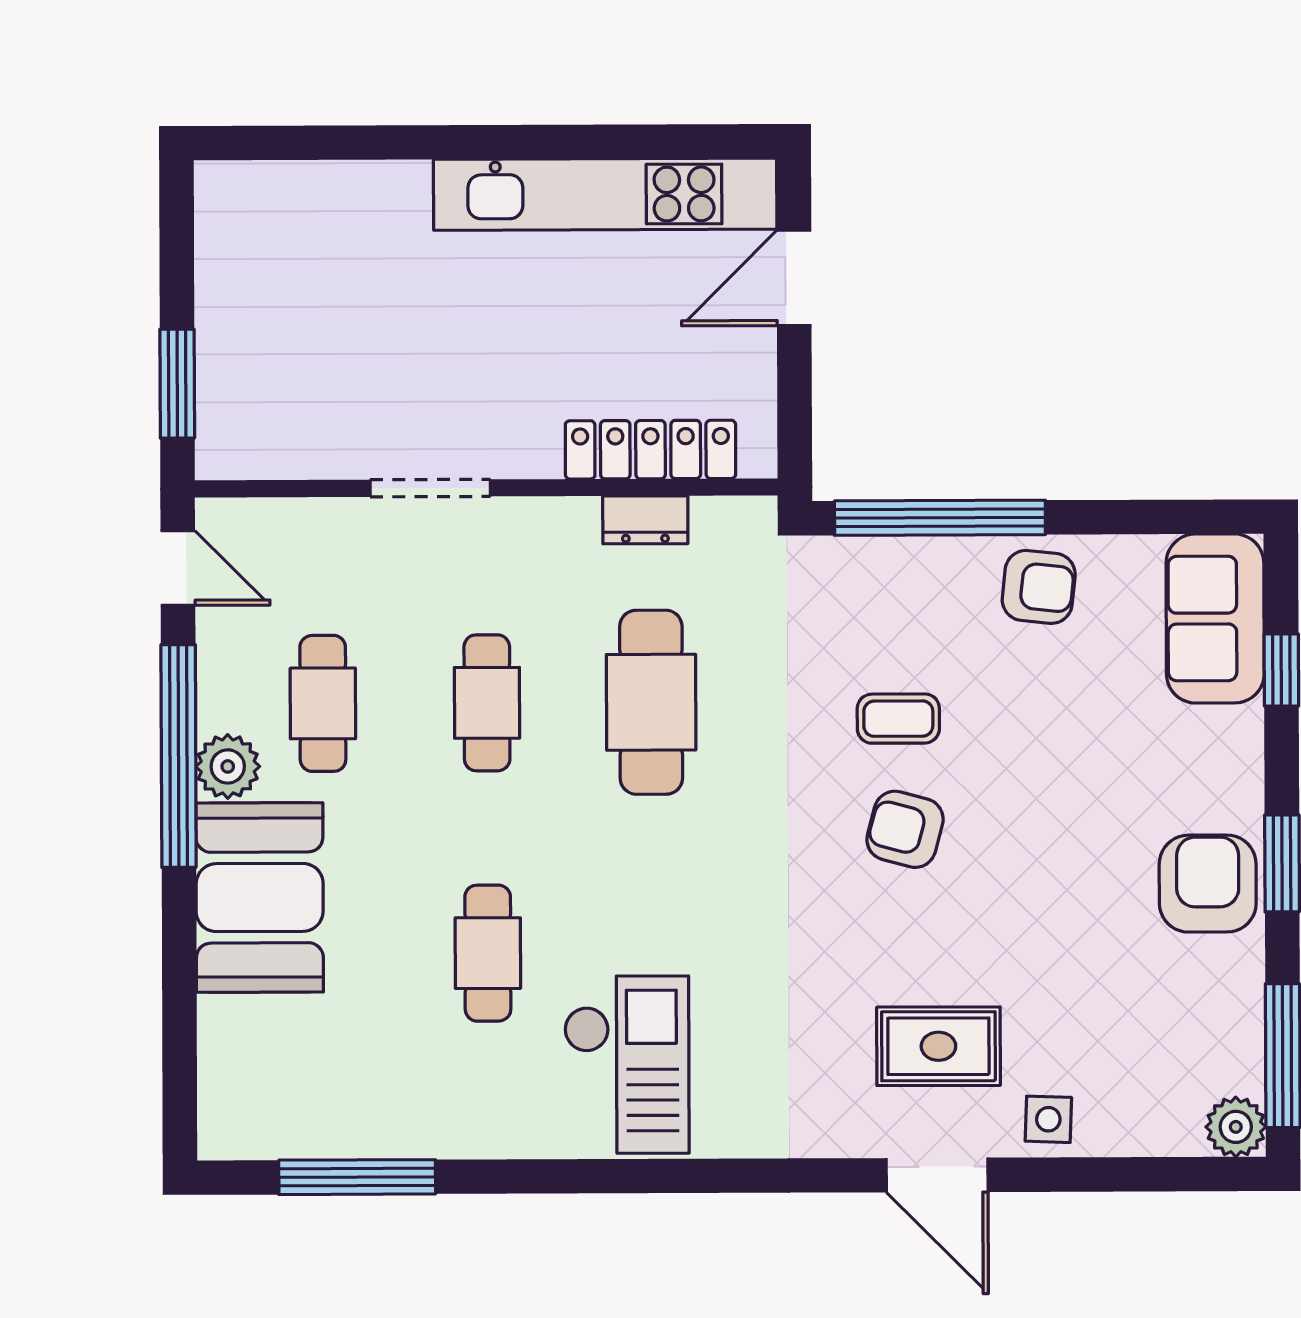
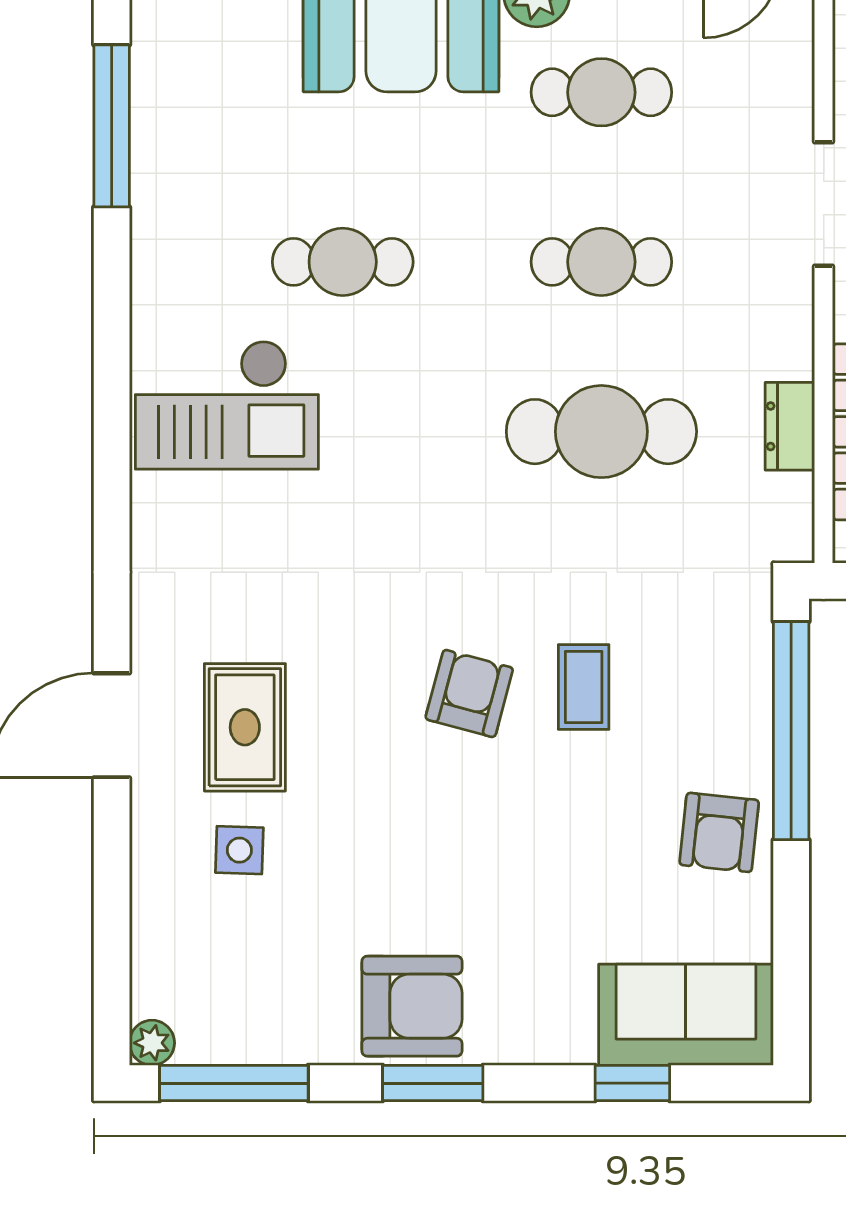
side table: (1048, 1119) -> (239, 850), moved
plant: (1236, 1127) -> (152, 1043), width x0.73, depth x0.73

